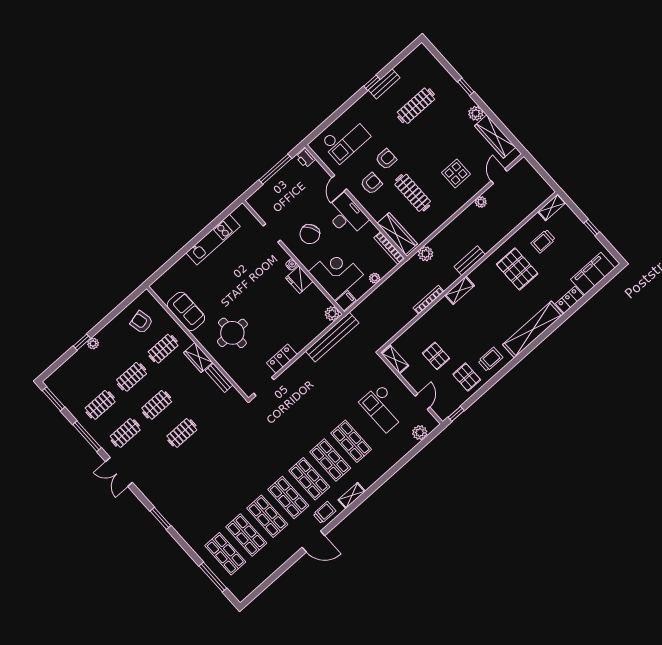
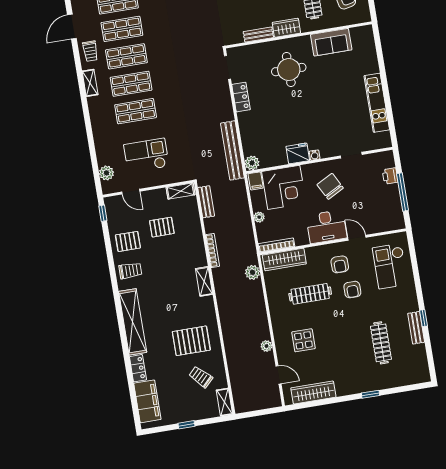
plant: (476, 113) -> (343, 389), removed
printer: (306, 158) -> (390, 176), moved, turned -90
trolley: (543, 241) -> (201, 377), turned -45
bench: (470, 261) -> (206, 202), moved
trolley: (490, 359) -> (130, 271), turned -90

